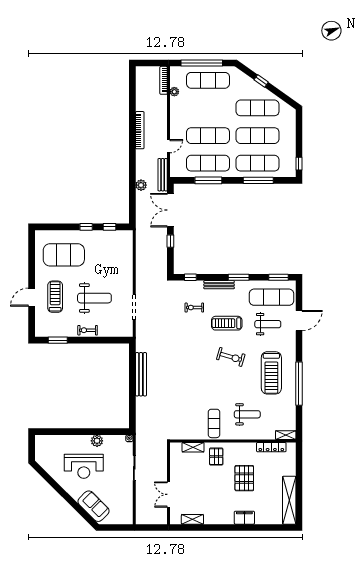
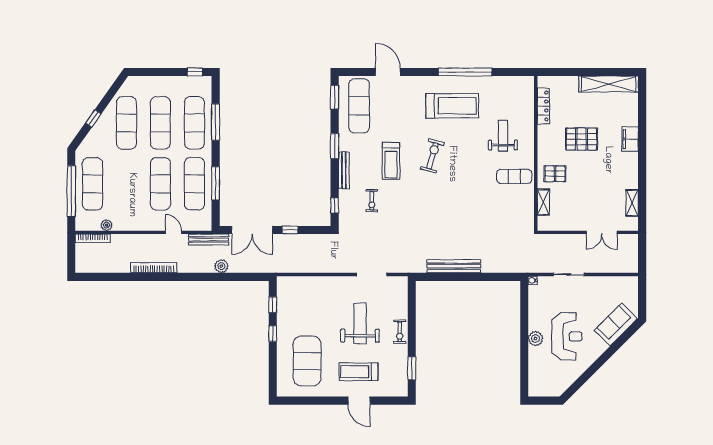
weight bench: (268, 324) -> (392, 110), removed
shelving: (286, 435) -> (529, 88), removed
plant: (97, 441) -> (536, 339), moved

